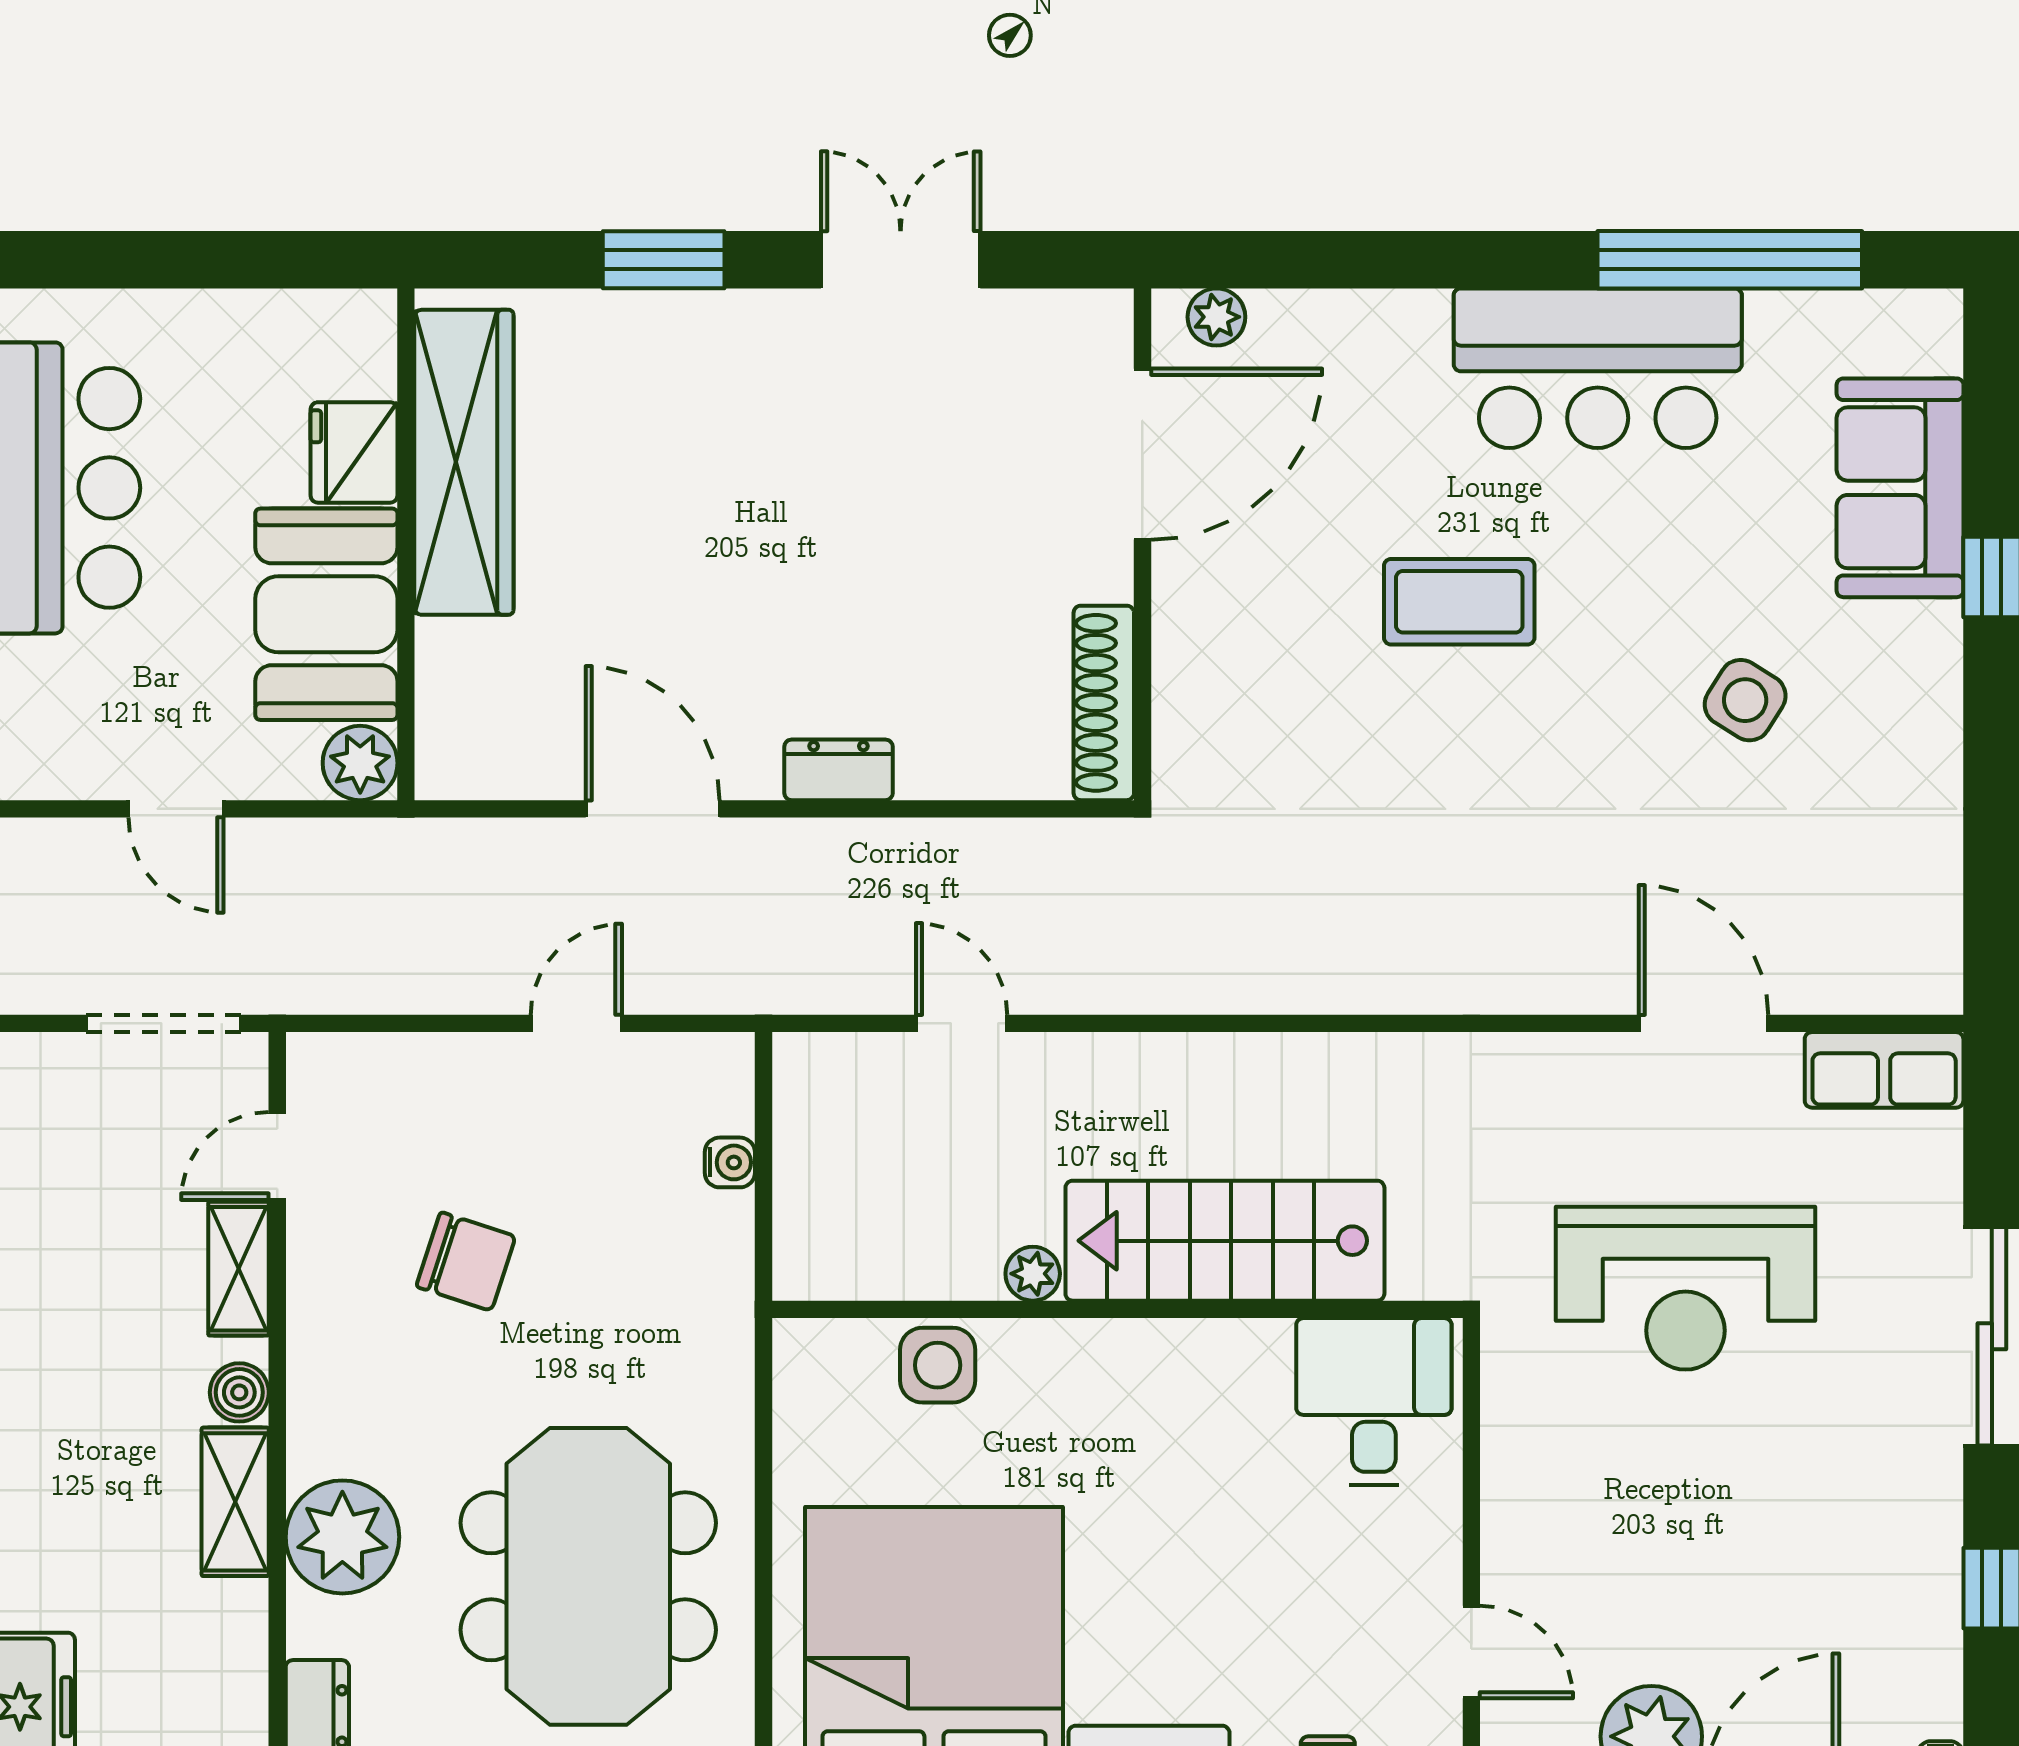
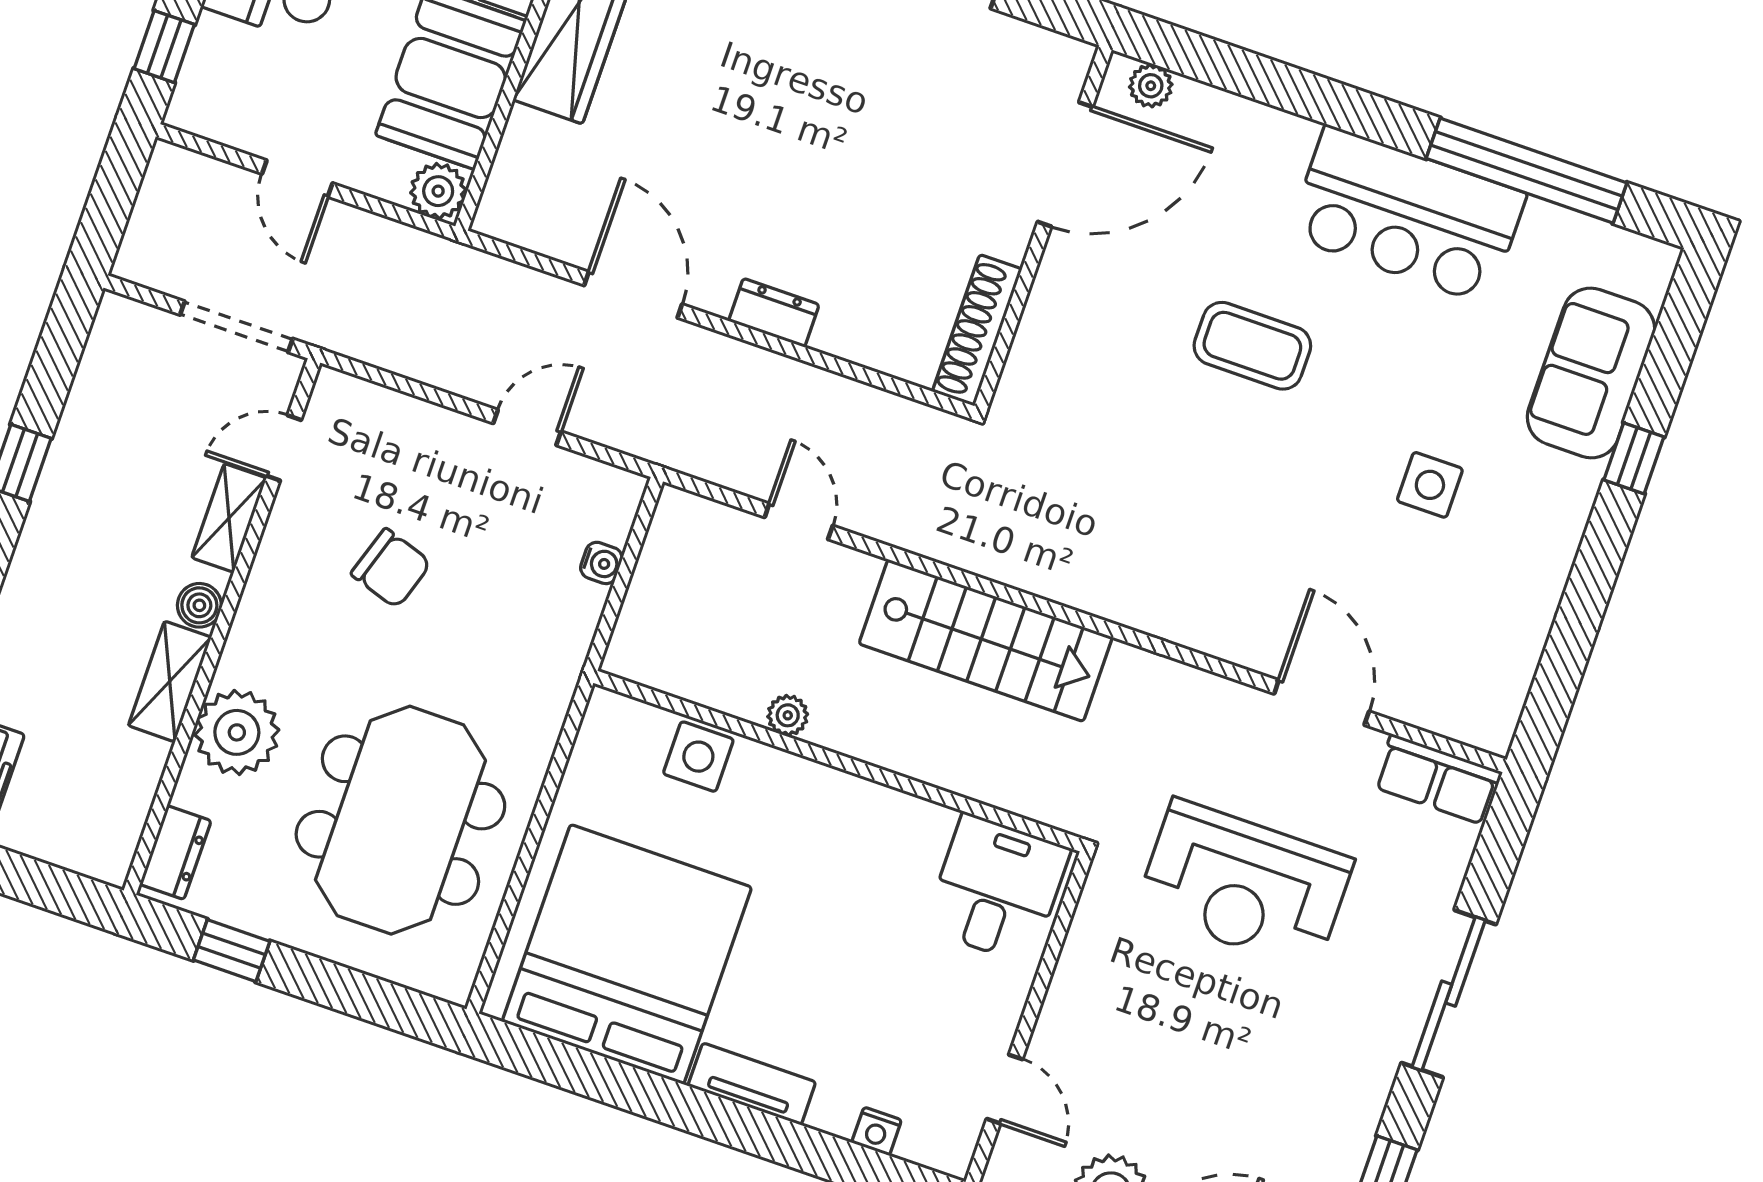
side table: (1745, 700) -> (1430, 485), turned -32
stairs: (1225, 1241) -> (986, 640), moved, turned 180

